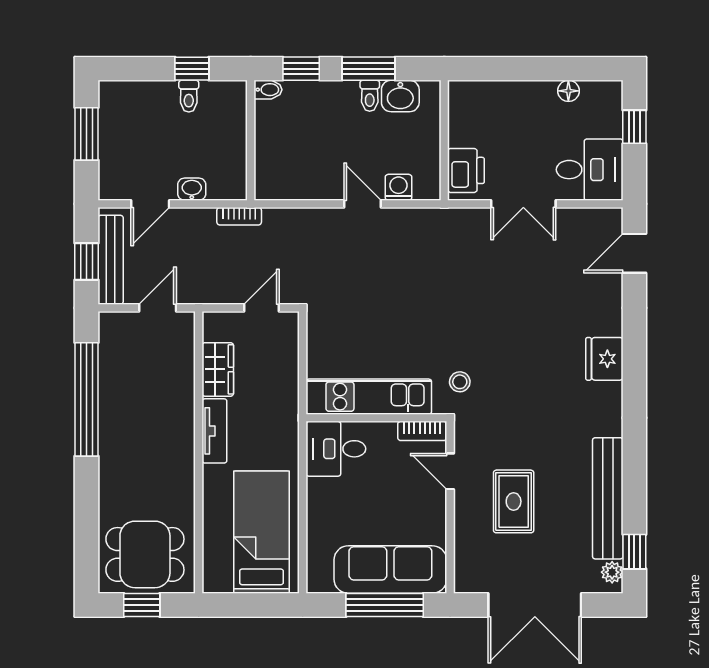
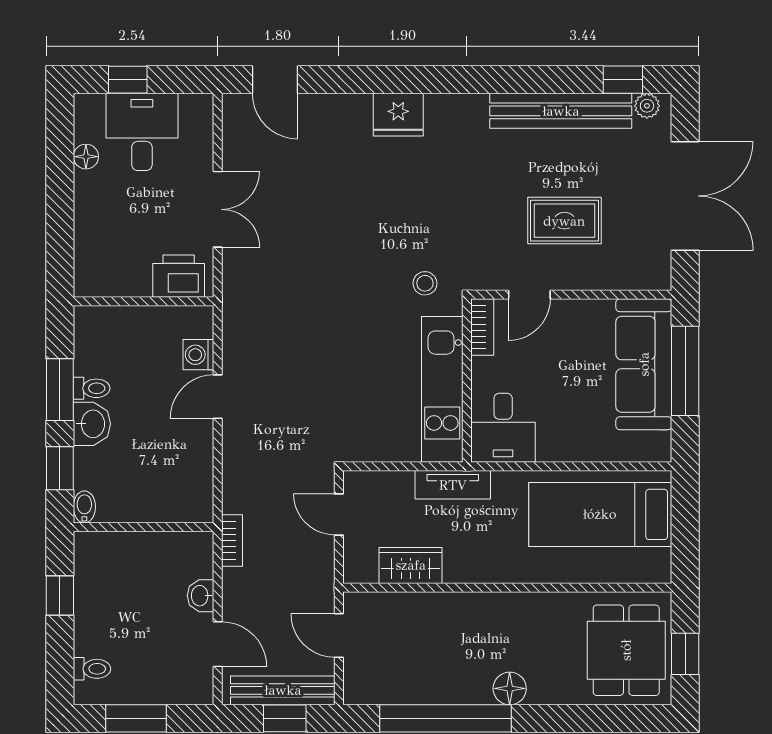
toilet: (189, 96) -> (92, 669), moved
washbasin: (400, 96) -> (92, 424), moved
desk: (590, 170) -> (142, 132), moved
tv unit: (214, 431) -> (453, 485), moved, turned 180
floor lamp: (112, 454) -> (510, 688), added

